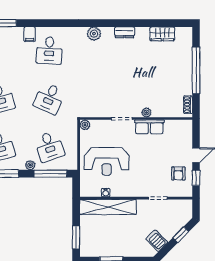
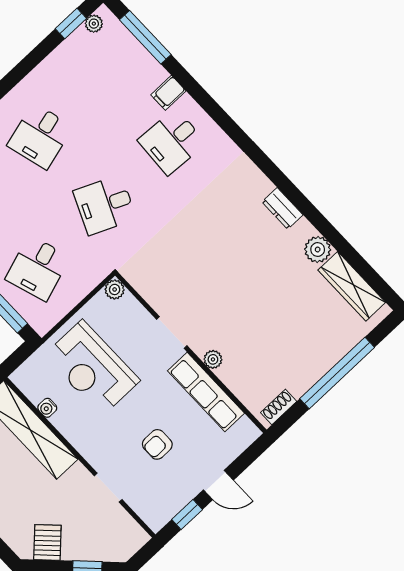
dresser: (125, 32) -> (282, 208), moved
plant: (94, 34) -> (318, 250), moved
wardrobe: (162, 34) -> (352, 286), width x1.50
row of seats: (149, 127) -> (206, 392), width x1.48
armchair: (178, 174) -> (157, 444), moved

